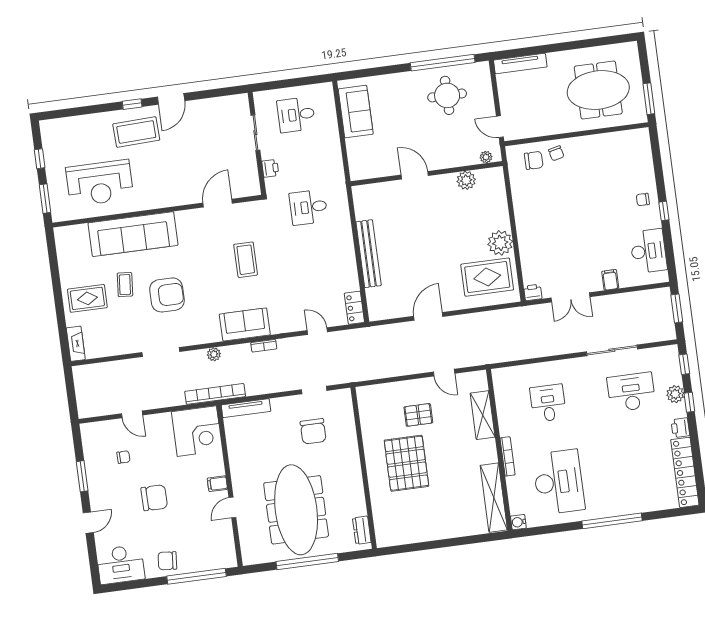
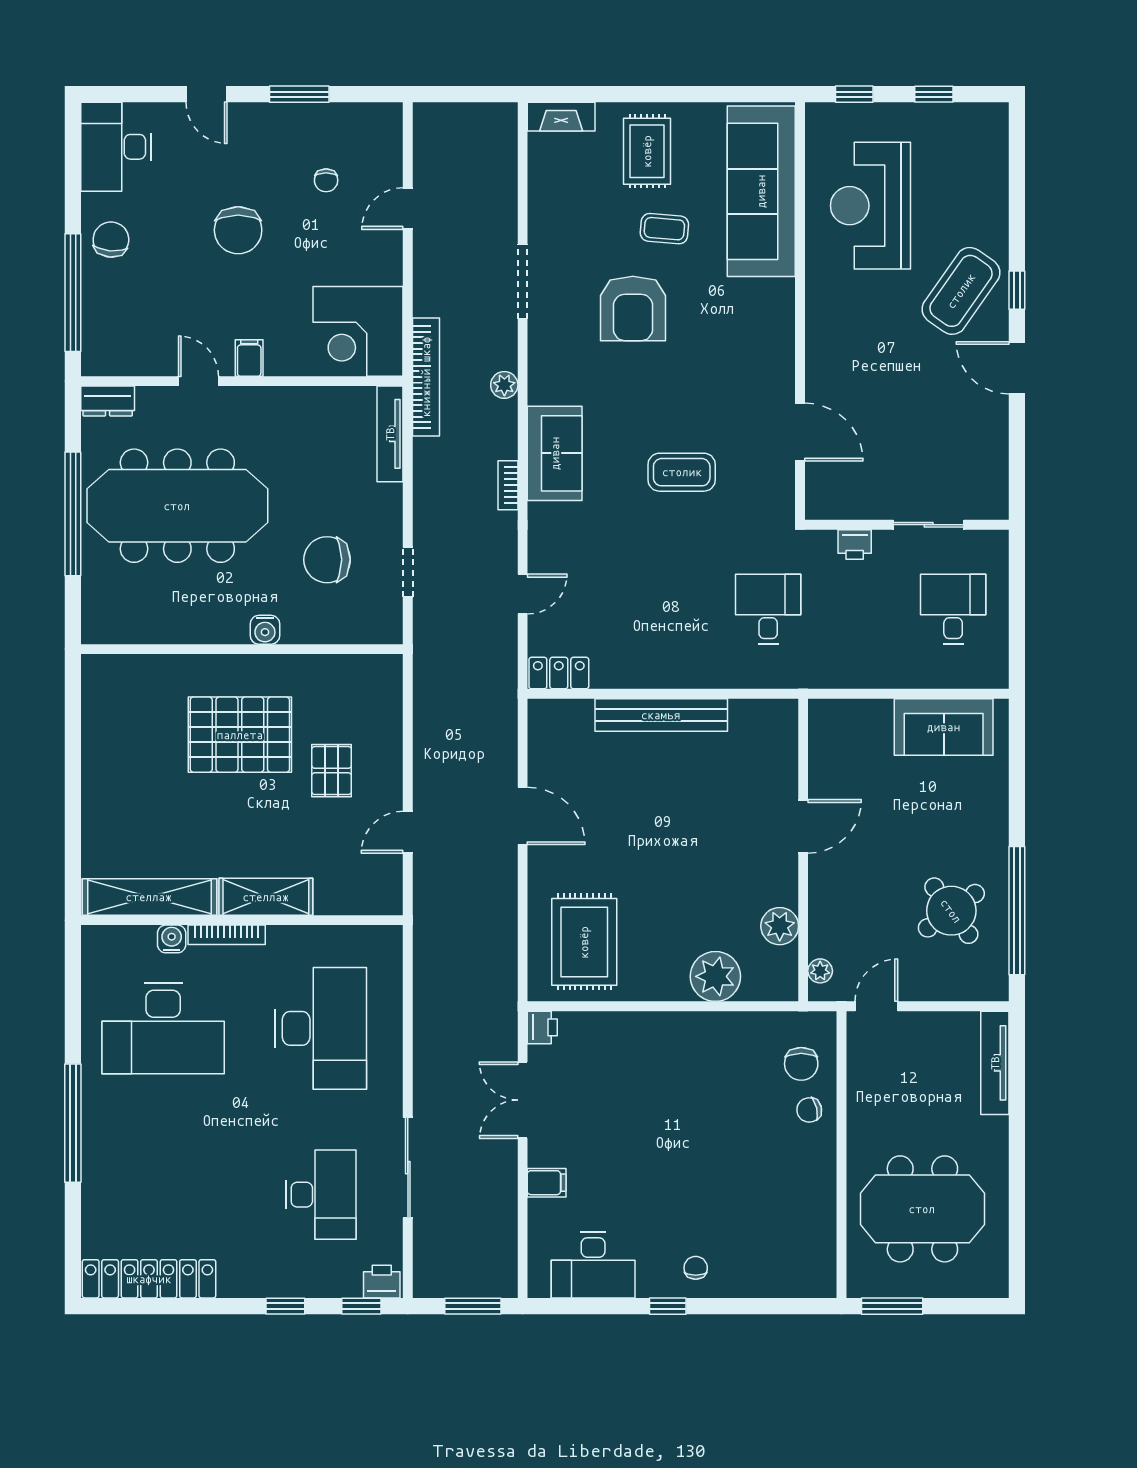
meeting table: (598, 90) -> (922, 1209), turned 90
round table: (447, 95) -> (951, 911), turned -36
coffee table: (136, 132) -> (961, 291), turned 37
window: (45, 199) -> (854, 94), width x0.67
sofa: (133, 234) -> (761, 191), moved
plant: (500, 243) -> (715, 976), moved
plant: (675, 394) -> (305, 1281), removed
desk: (548, 403) -> (321, 1028), width x1.87, depth x1.30
shelving: (483, 415) -> (266, 897), moved
printer: (680, 428) -> (382, 1282), moved
water cooler: (352, 458) -> (265, 630), added
water cooler: (518, 522) -> (172, 939), moved
dresser: (362, 530) -> (108, 401), moved, turned 180

